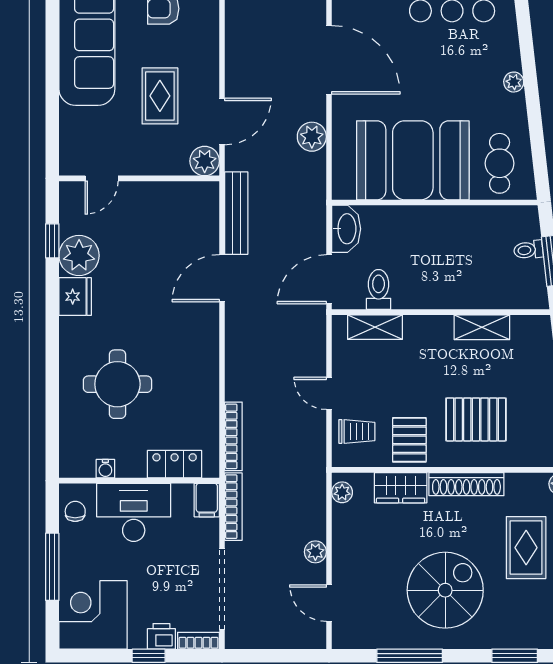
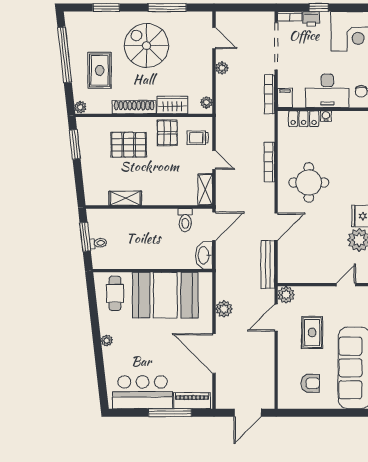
shelving: (375, 327) -> (205, 190), moved, turned 90
round table: (117, 384) -> (309, 182), moved
bookcase: (233, 436) -> (269, 162), moved
water cooler: (105, 469) -> (326, 116), moved
spiral stairs: (445, 590) -> (146, 46), turned 90

